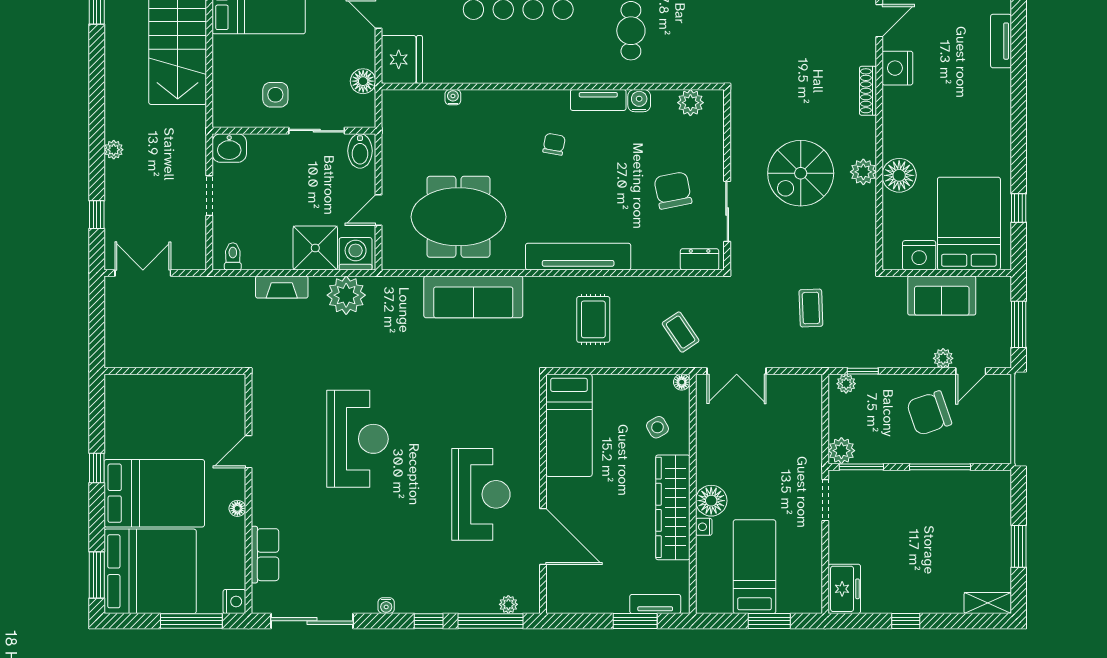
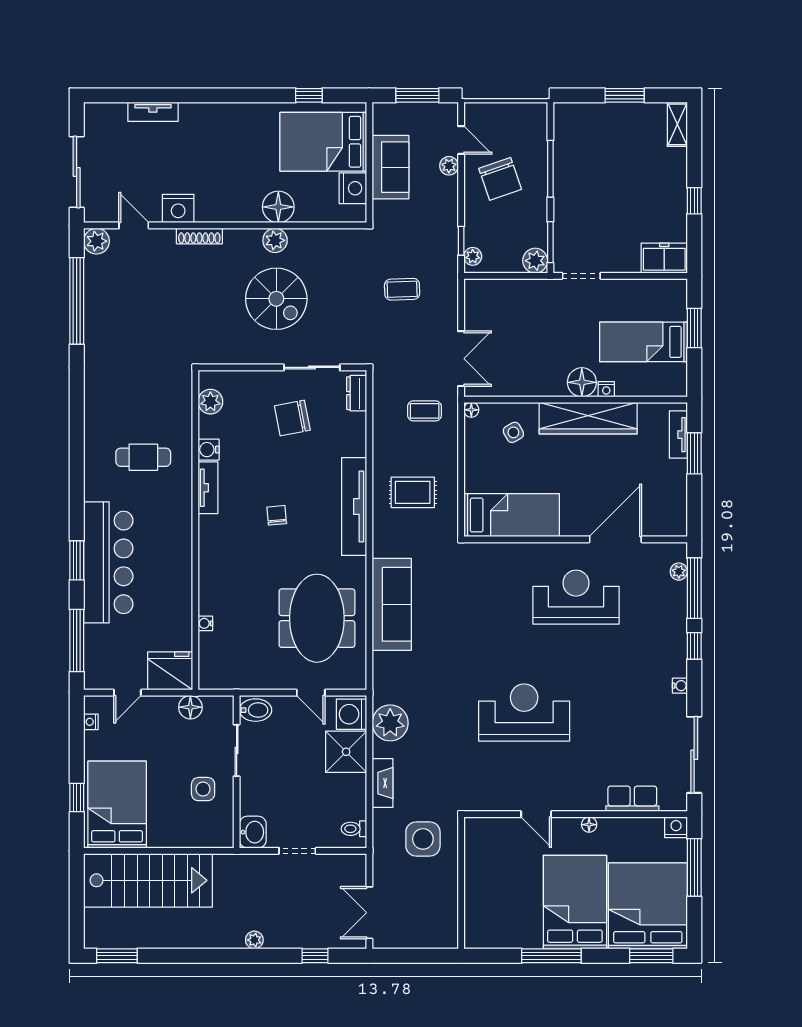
chair: (554, 144) -> (277, 515), moved, turned 75
side table: (222, 330) -> (423, 839), added
coffee table: (681, 332) -> (425, 411), turned 34
window: (97, 468) -> (551, 956), width x2.17

